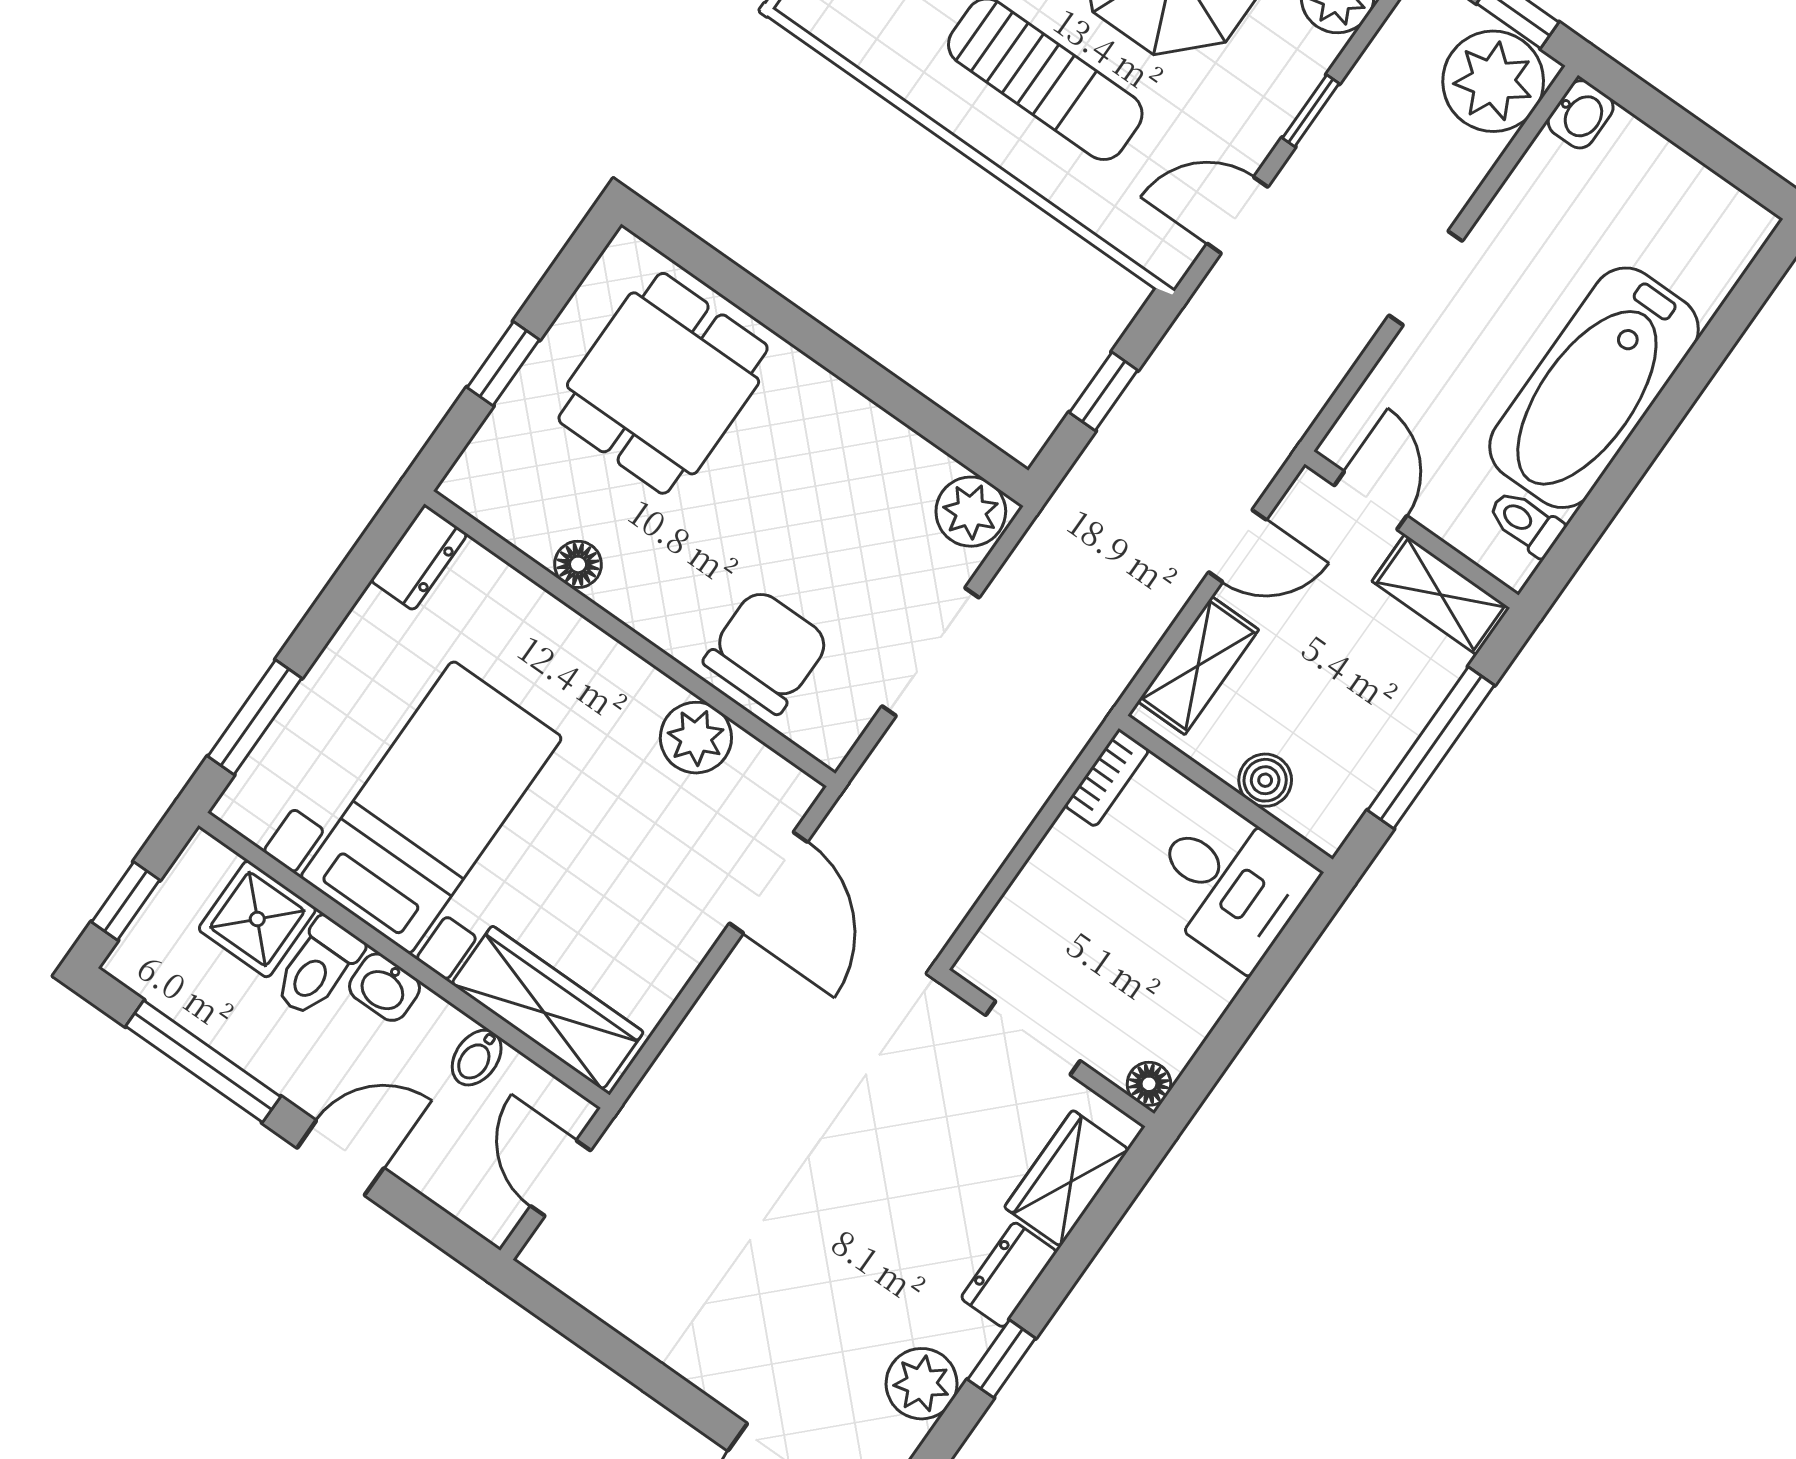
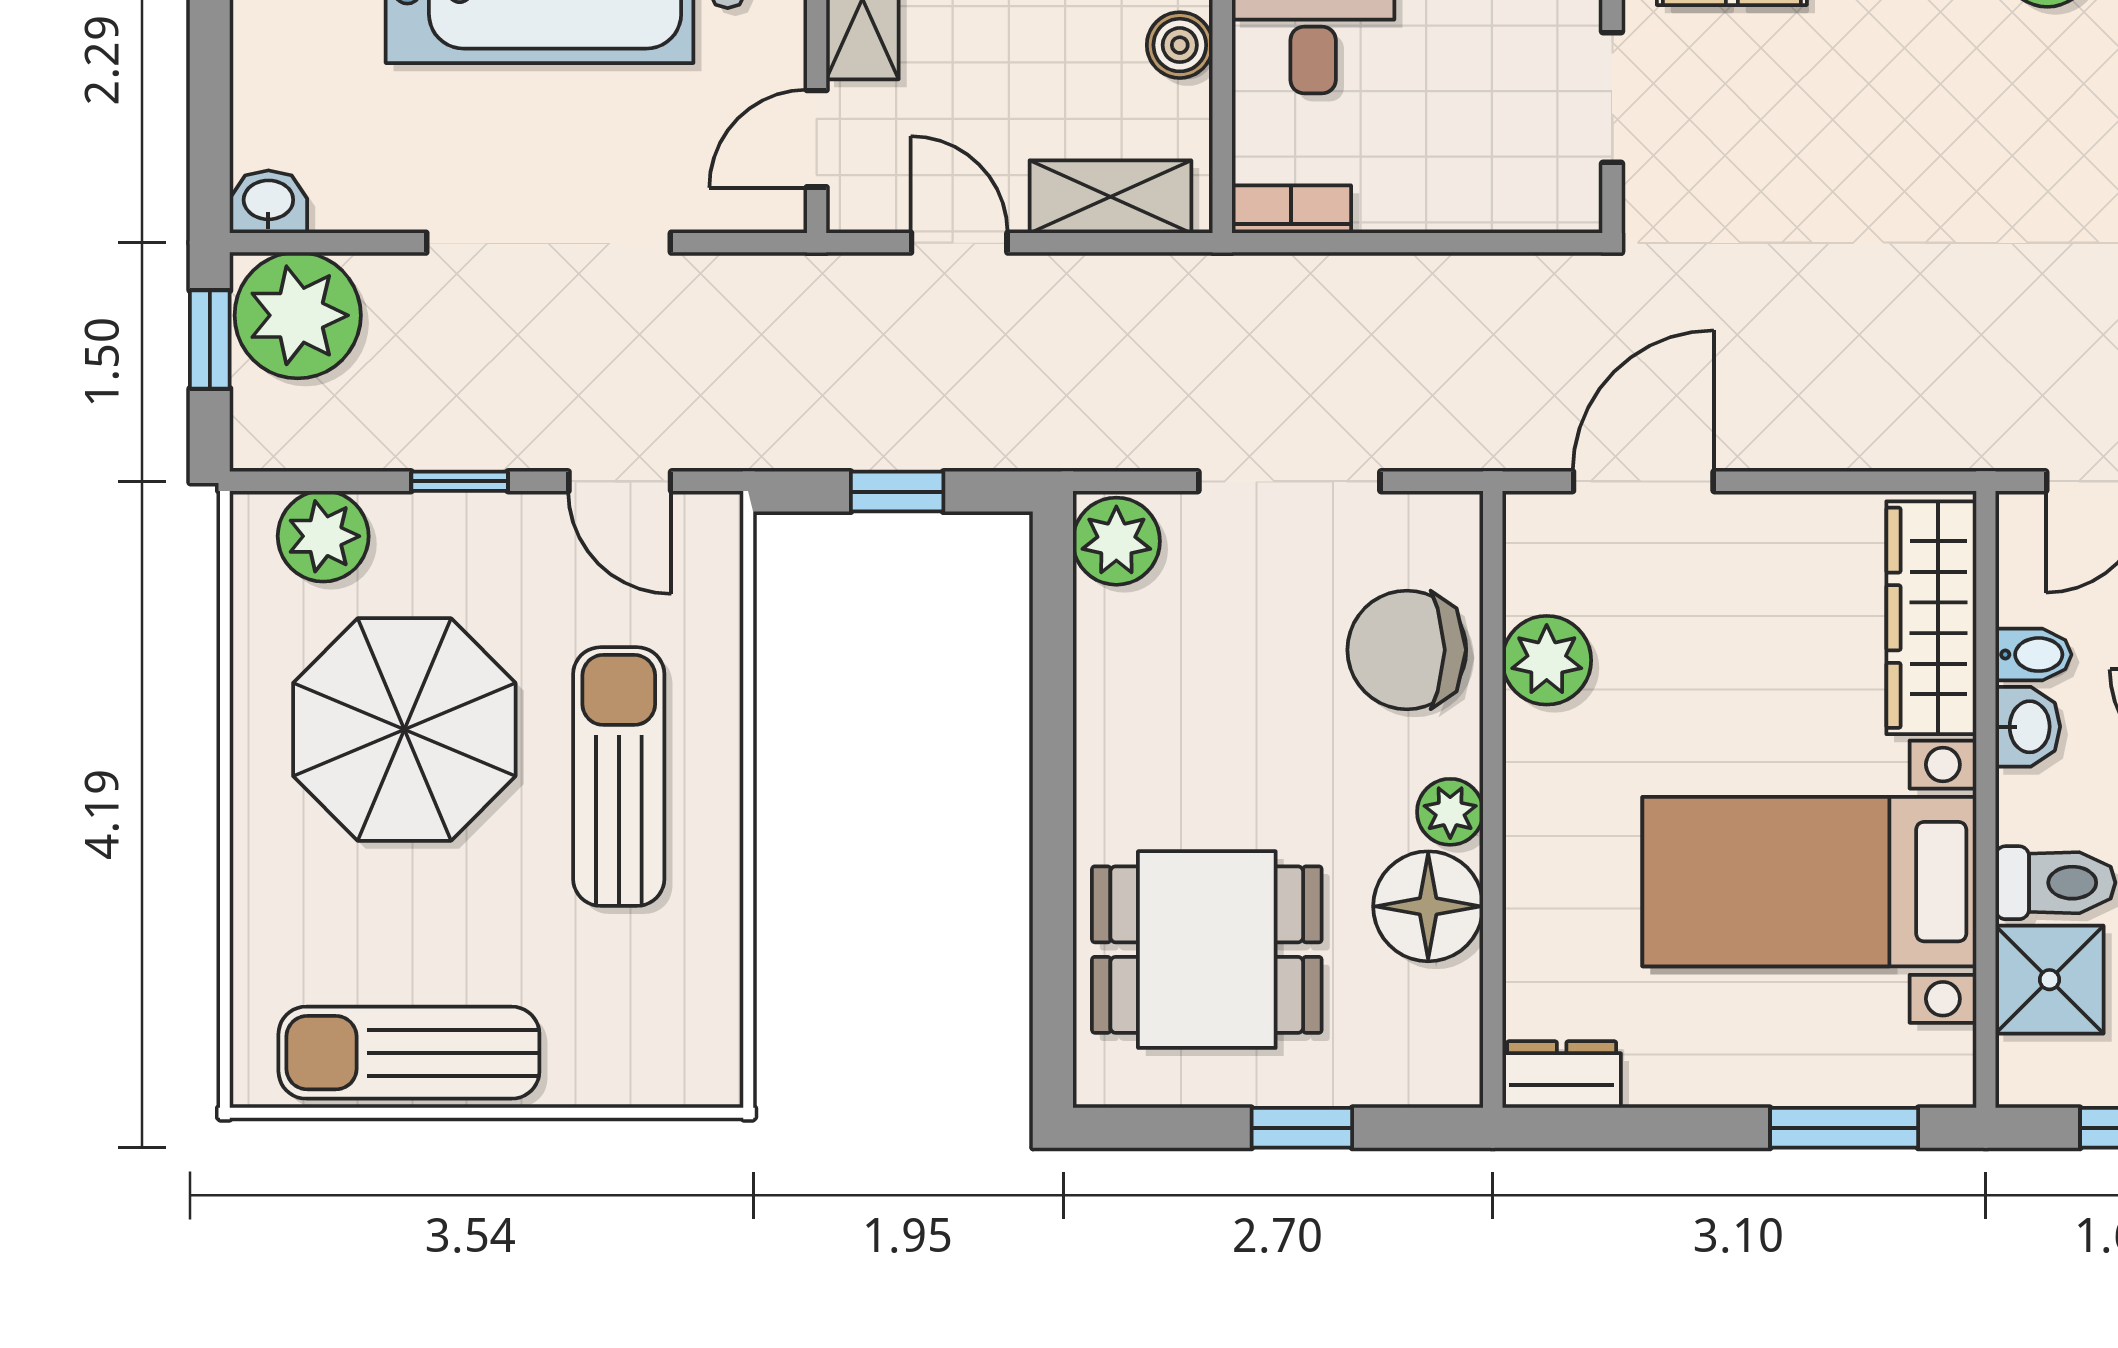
doorway: (1426, 278) -> (549, 243), width x1.87
floor lamp: (578, 564) -> (1428, 906), width x1.89, depth x1.89
plant: (641, 605) -> (1450, 812), added
washbasin: (384, 987) -> (2028, 727), moved

